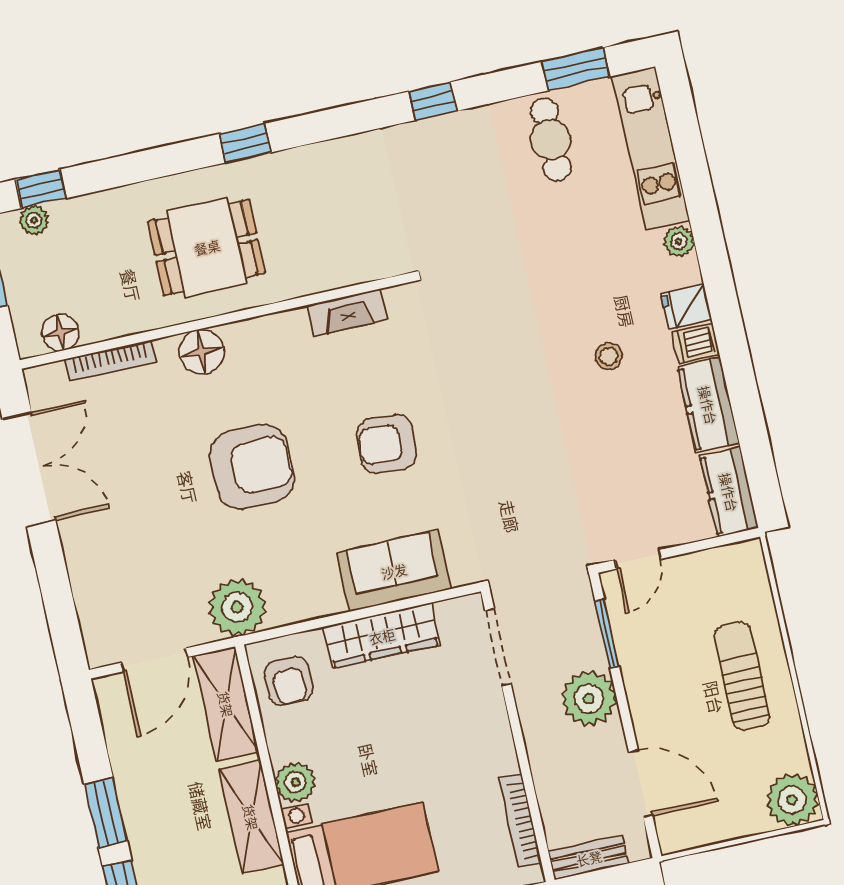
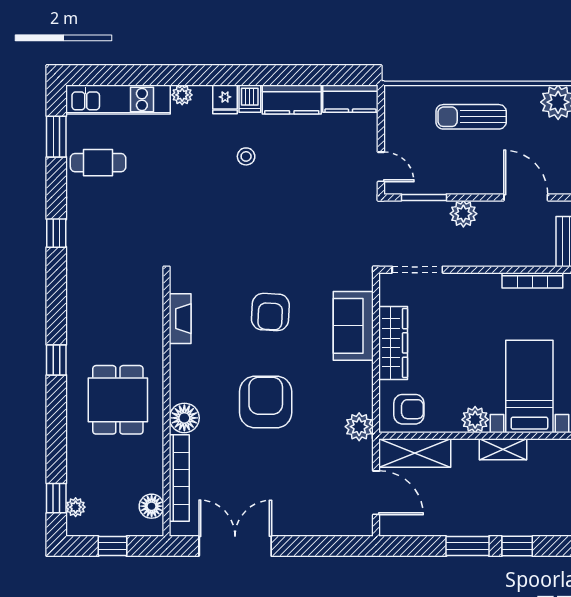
bookcase: (110, 361) -> (179, 478), width x1.48, depth x1.31
plant: (237, 607) -> (359, 427), width x0.73, depth x0.73
plant: (589, 698) -> (463, 214), width x0.73, depth x0.73
door: (641, 784) -> (526, 197), hinge flipped
shelving: (251, 817) -> (503, 449), width x0.67, depth x0.75

